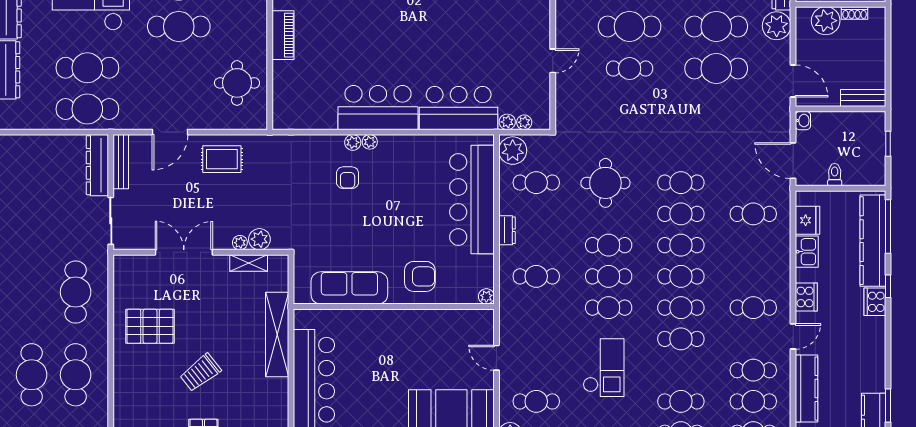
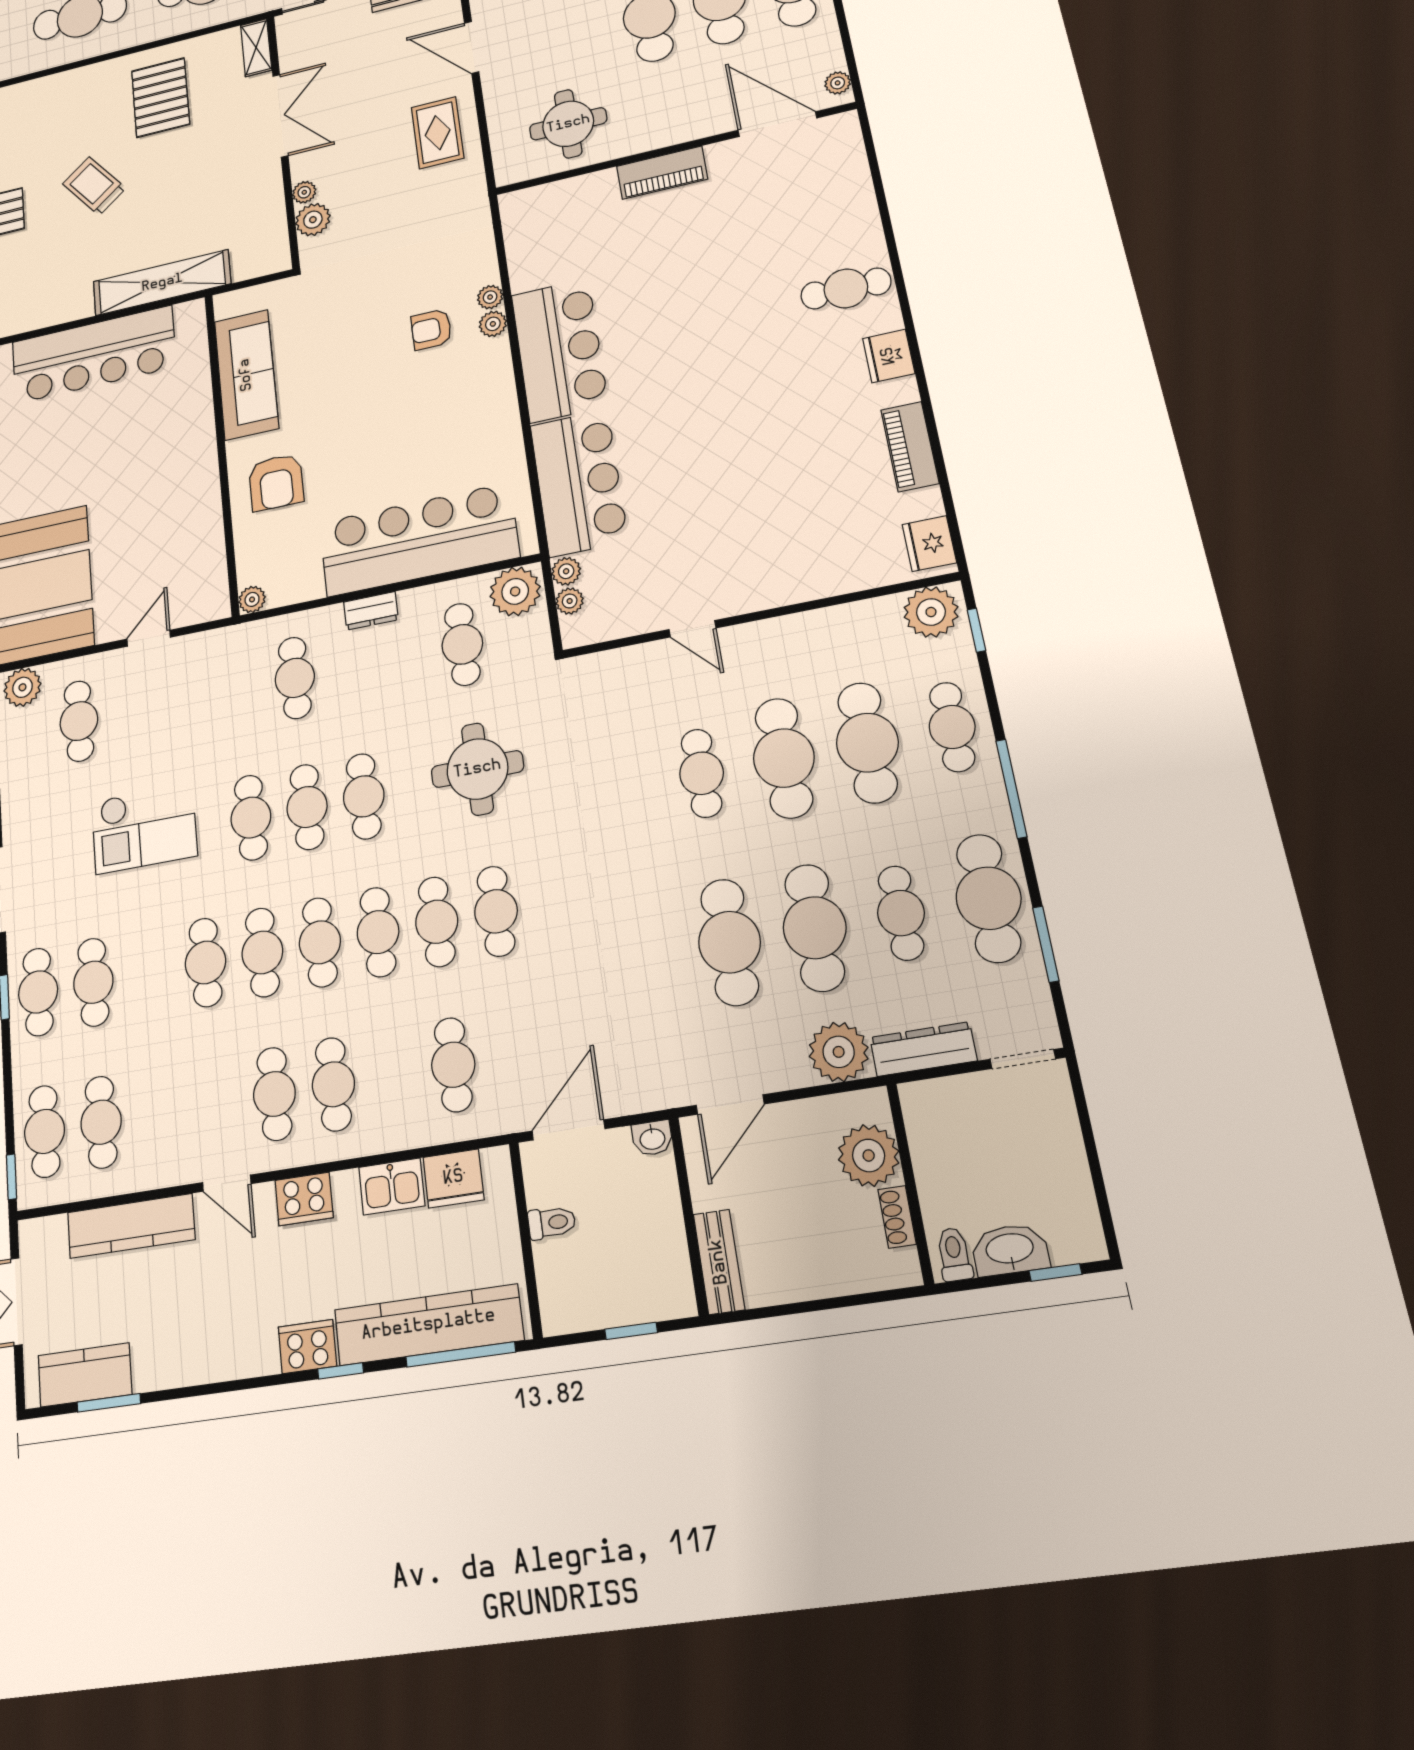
plant: (370, 142) -> (490, 297), moved
shelving: (249, 263) -> (256, 48), moved
cafe table: (753, 370) -> (333, 1084), moved

